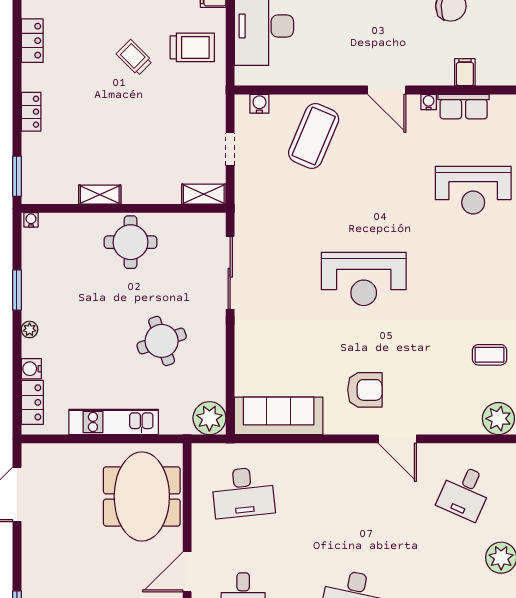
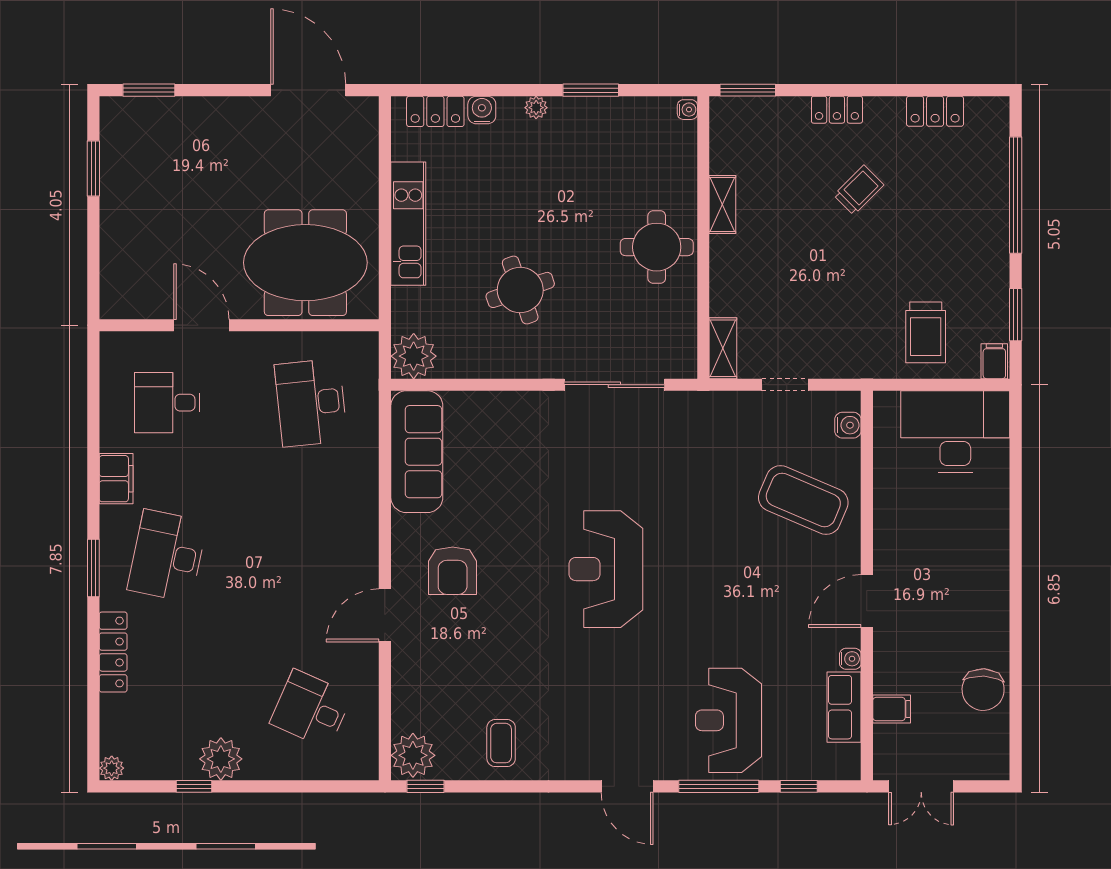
trolley: (134, 57) -> (859, 190), moved

